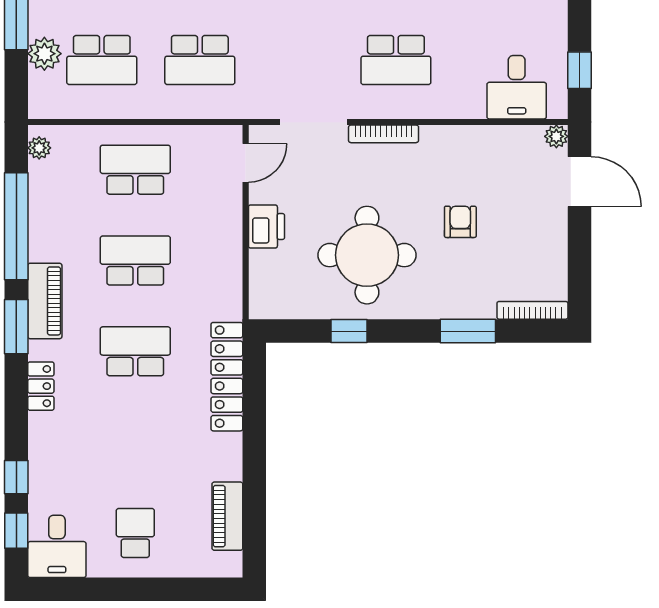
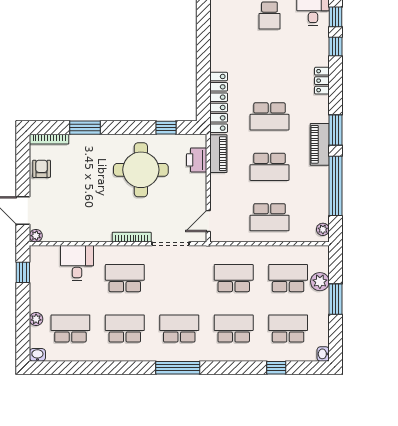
desk: (517, 87) -> (77, 263), moved
armchair: (460, 222) -> (42, 169), moved, turned 180
printer: (266, 227) -> (197, 160), moved
window: (349, 331) -> (166, 128), moved
locker: (41, 386) -> (322, 81), moved
piano: (227, 516) -> (218, 154), moved

